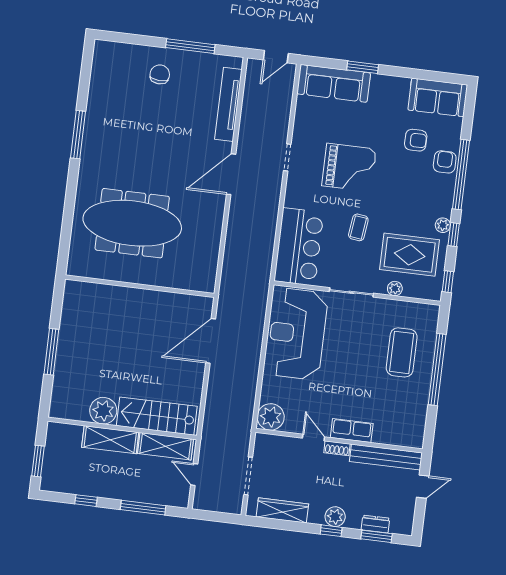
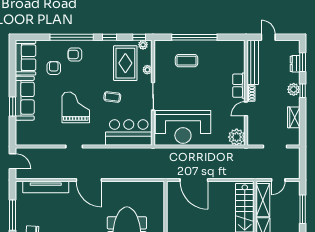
sofa: (334, 83) -> (25, 98), moved
armchair: (445, 162) -> (75, 54), moved
plant: (443, 225) -> (143, 45), moved
coffee table: (402, 352) -> (187, 61), width x0.73, depth x0.76
wardrobe: (282, 510) -> (294, 117), width x0.67

